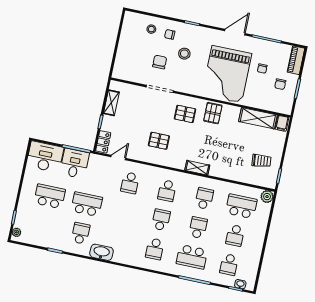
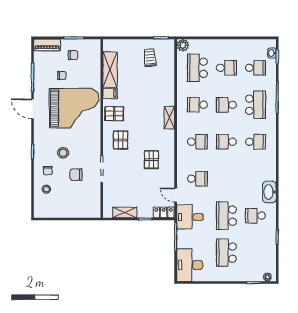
filing cabinet: (282, 123) -> (110, 93), moved
desk: (75, 163) -> (190, 217), moved

